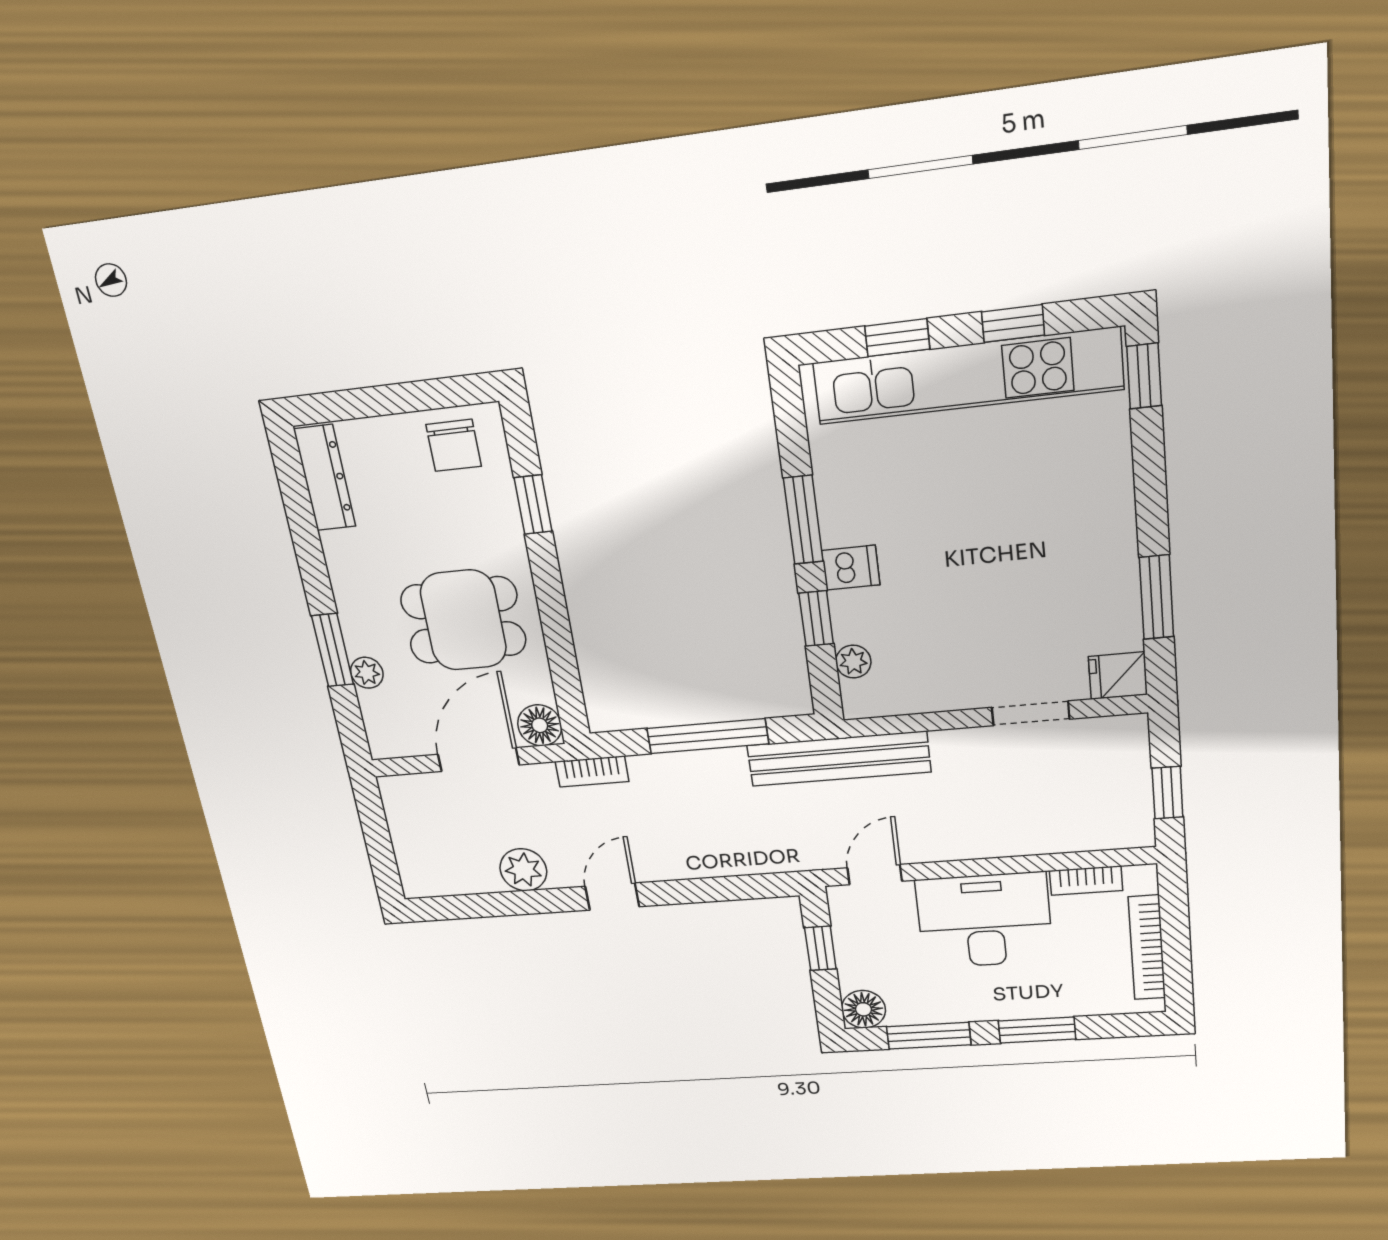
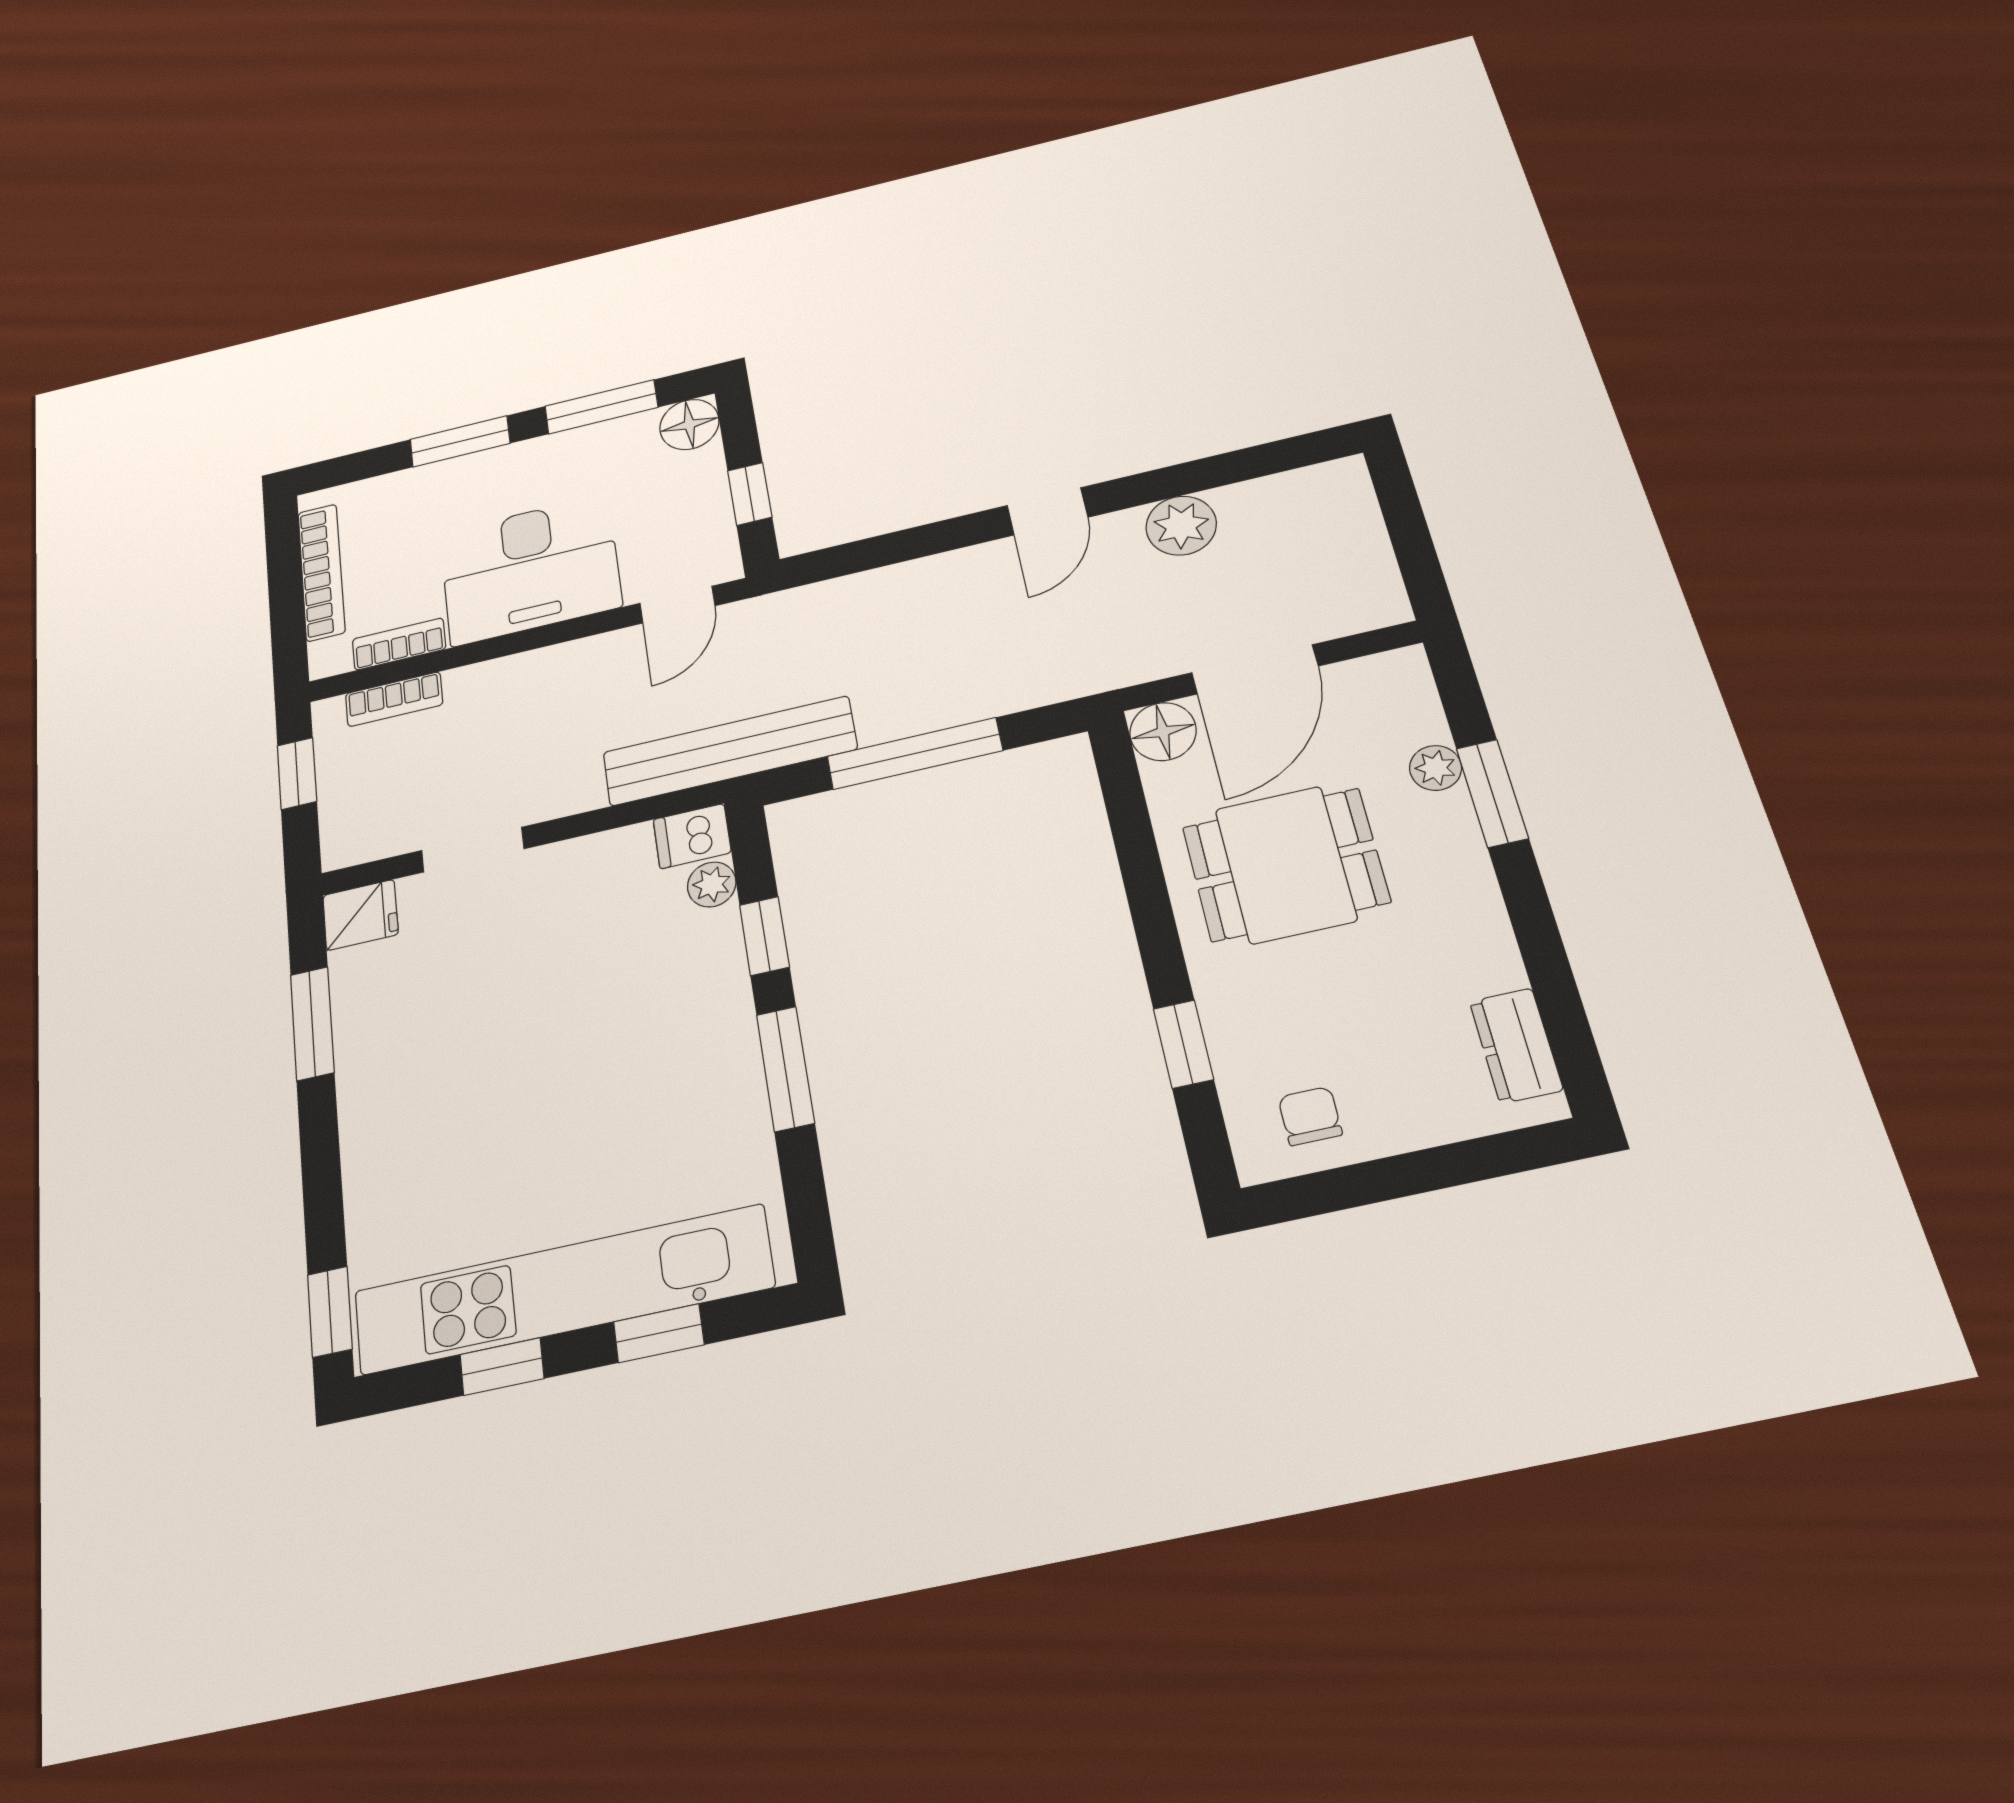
chair: (454, 445) -> (1310, 1116), width x0.73, depth x0.73
dresser: (325, 478) -> (1516, 1046), width x0.70
dishwasher: (851, 568) -> (692, 836), moved
bookcase: (592, 772) -> (394, 699), moved, turned 180

